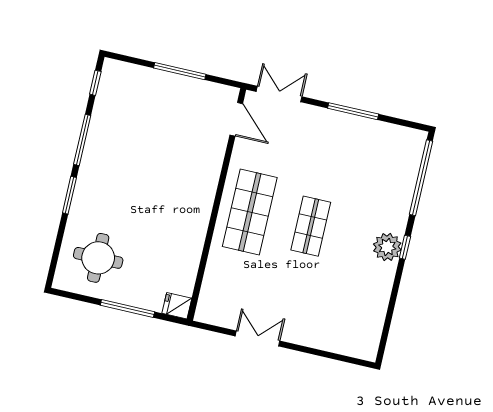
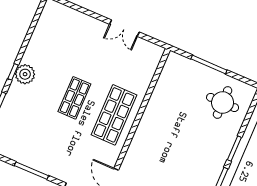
fridge: (177, 306) -> (175, 60), removed

